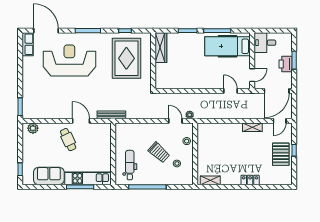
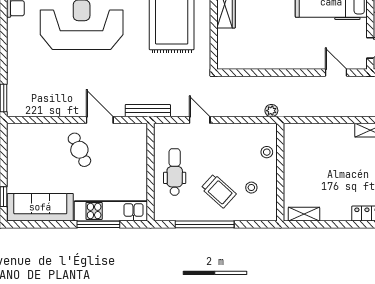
door: (175, 121) -> (200, 120), moved
plant: (33, 128) -> (24, 132), removed
trolley: (159, 152) -> (219, 191), moved
dental chair: (130, 165) -> (175, 172), moved
sofa: (49, 176) -> (40, 207), width x1.36

